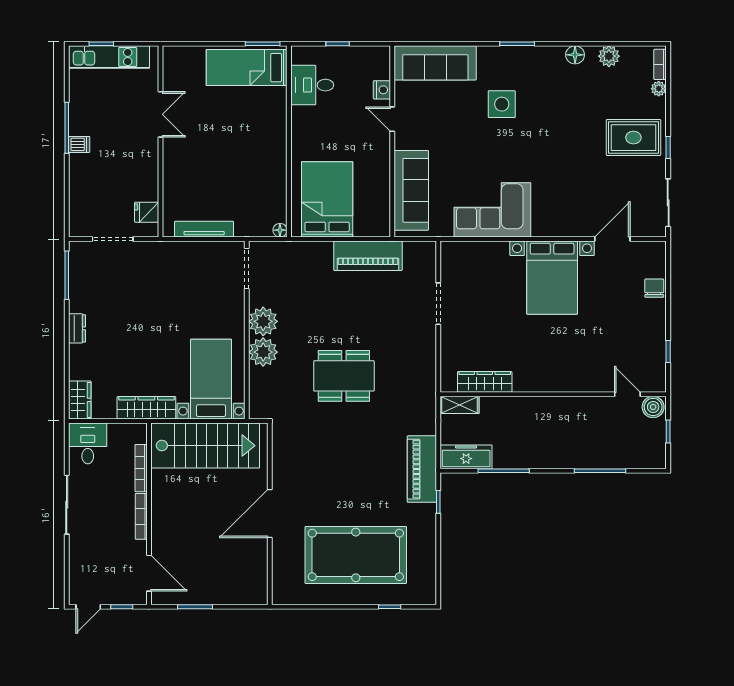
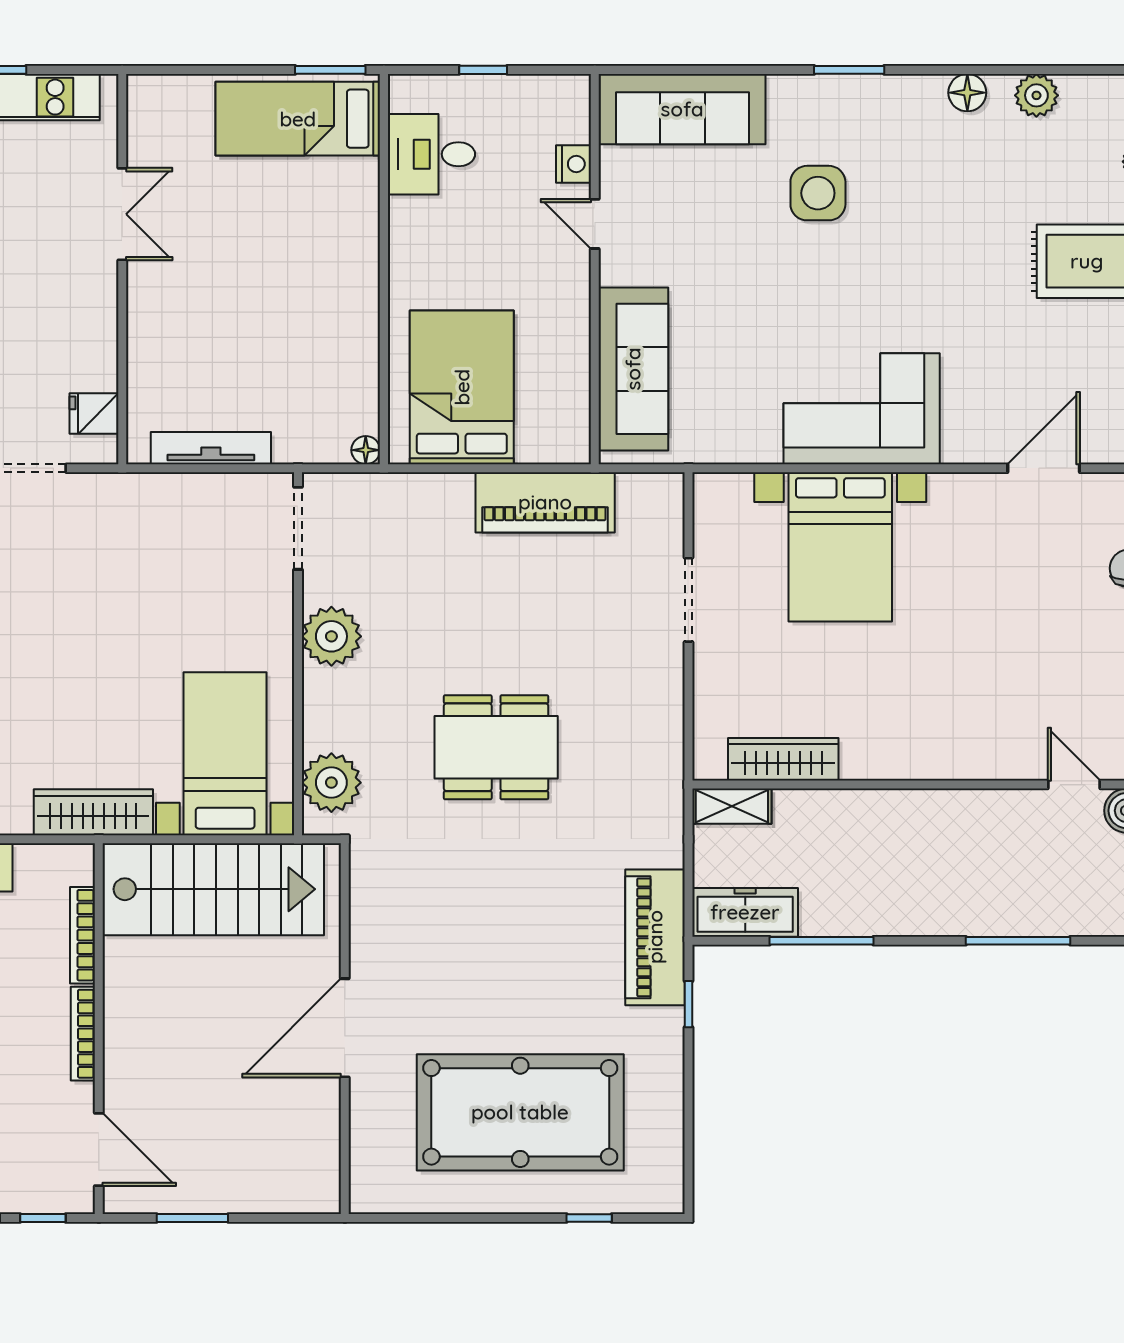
corner sofa: (492, 210) -> (862, 409), moved
bed with nightstands: (552, 278) -> (840, 547), moved
plant: (263, 352) -> (331, 783), moved

